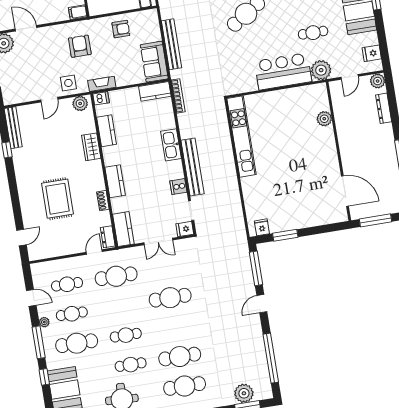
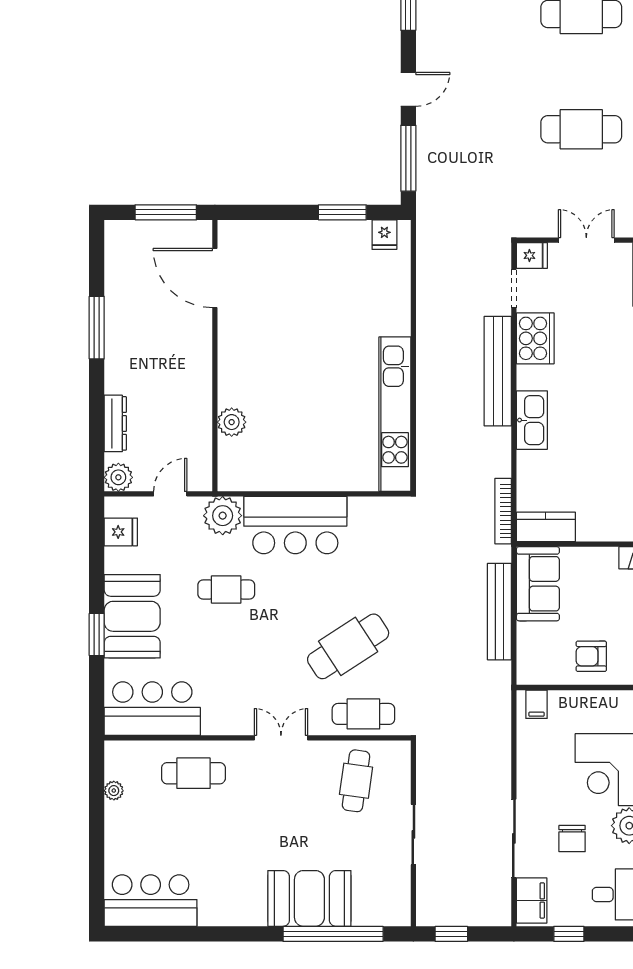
cooker: (178, 187) -> (535, 338), width x1.87, depth x1.31

